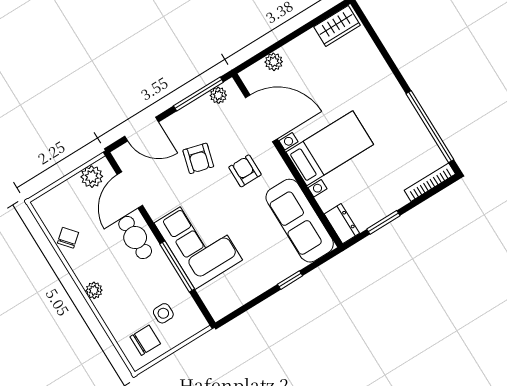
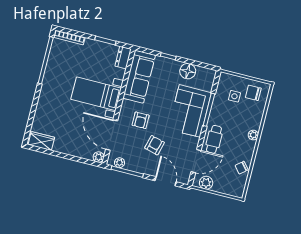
plant: (274, 62) -> (99, 157), moved
floor lamp: (249, 286) -> (188, 71), added

